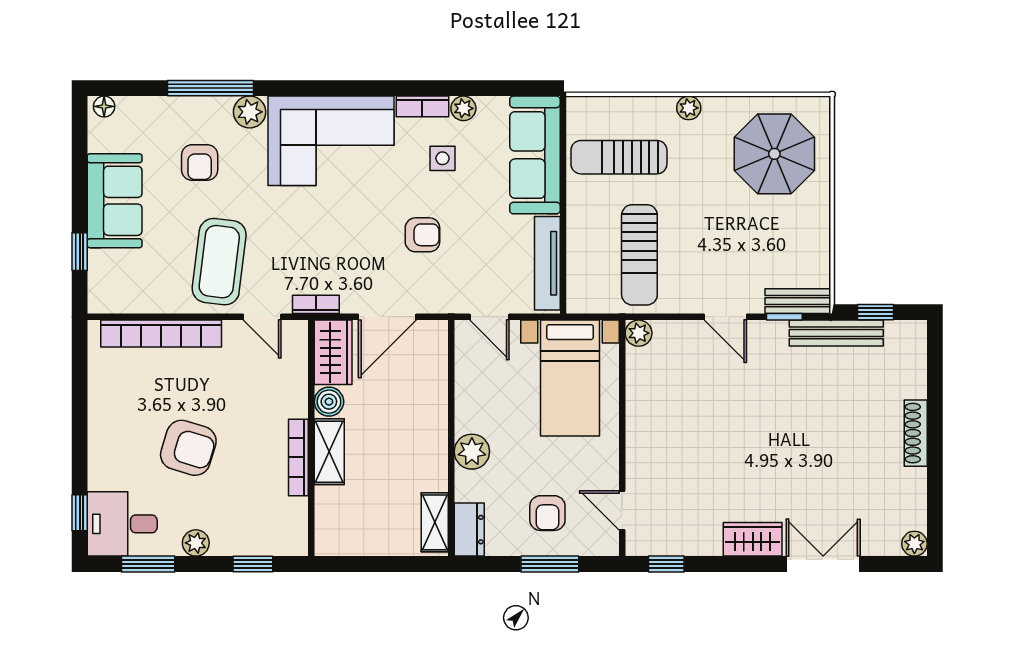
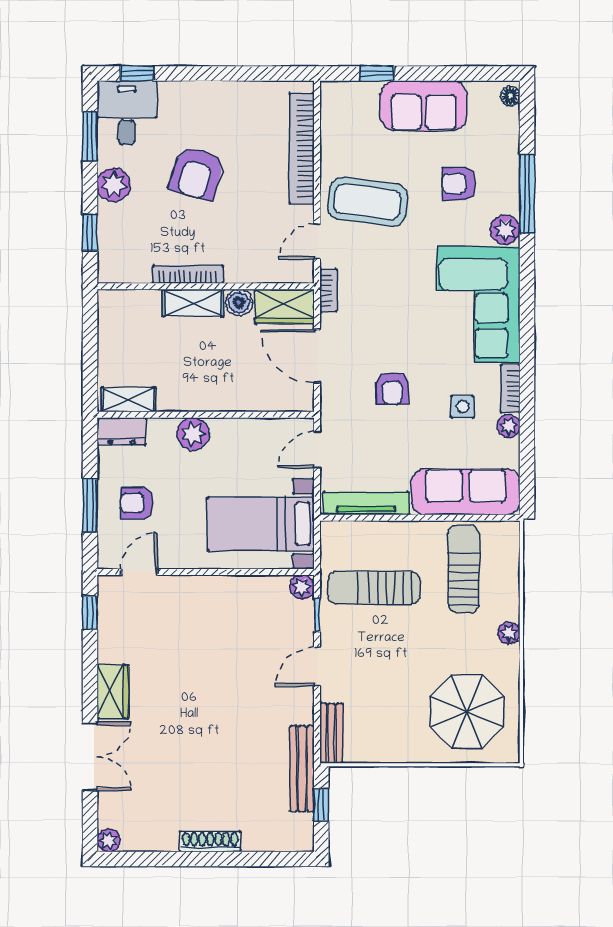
window: (784, 317) -> (317, 615), moved
plant: (196, 543) -> (114, 185), width x1.38, depth x1.38

